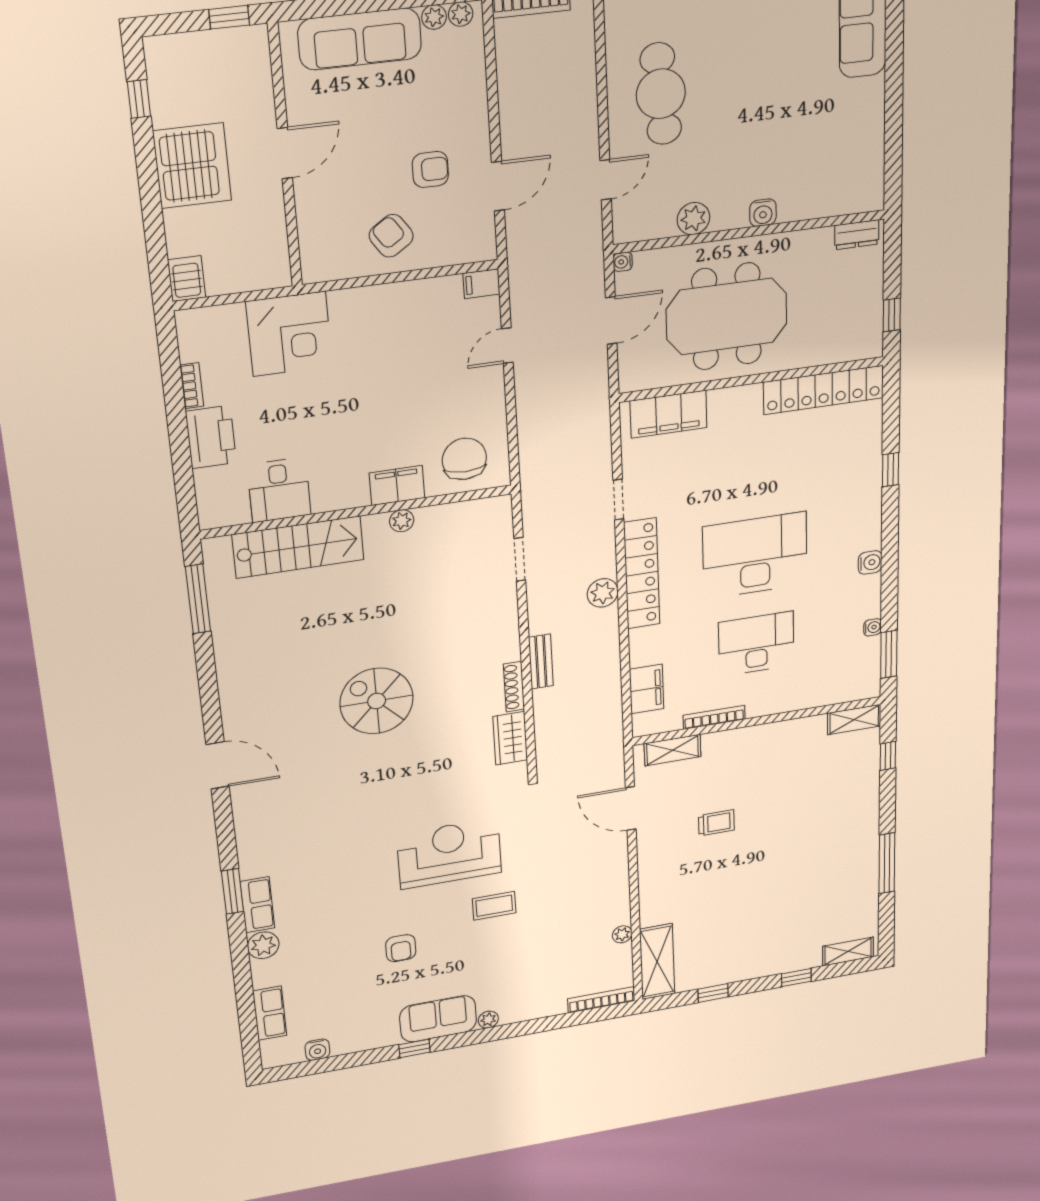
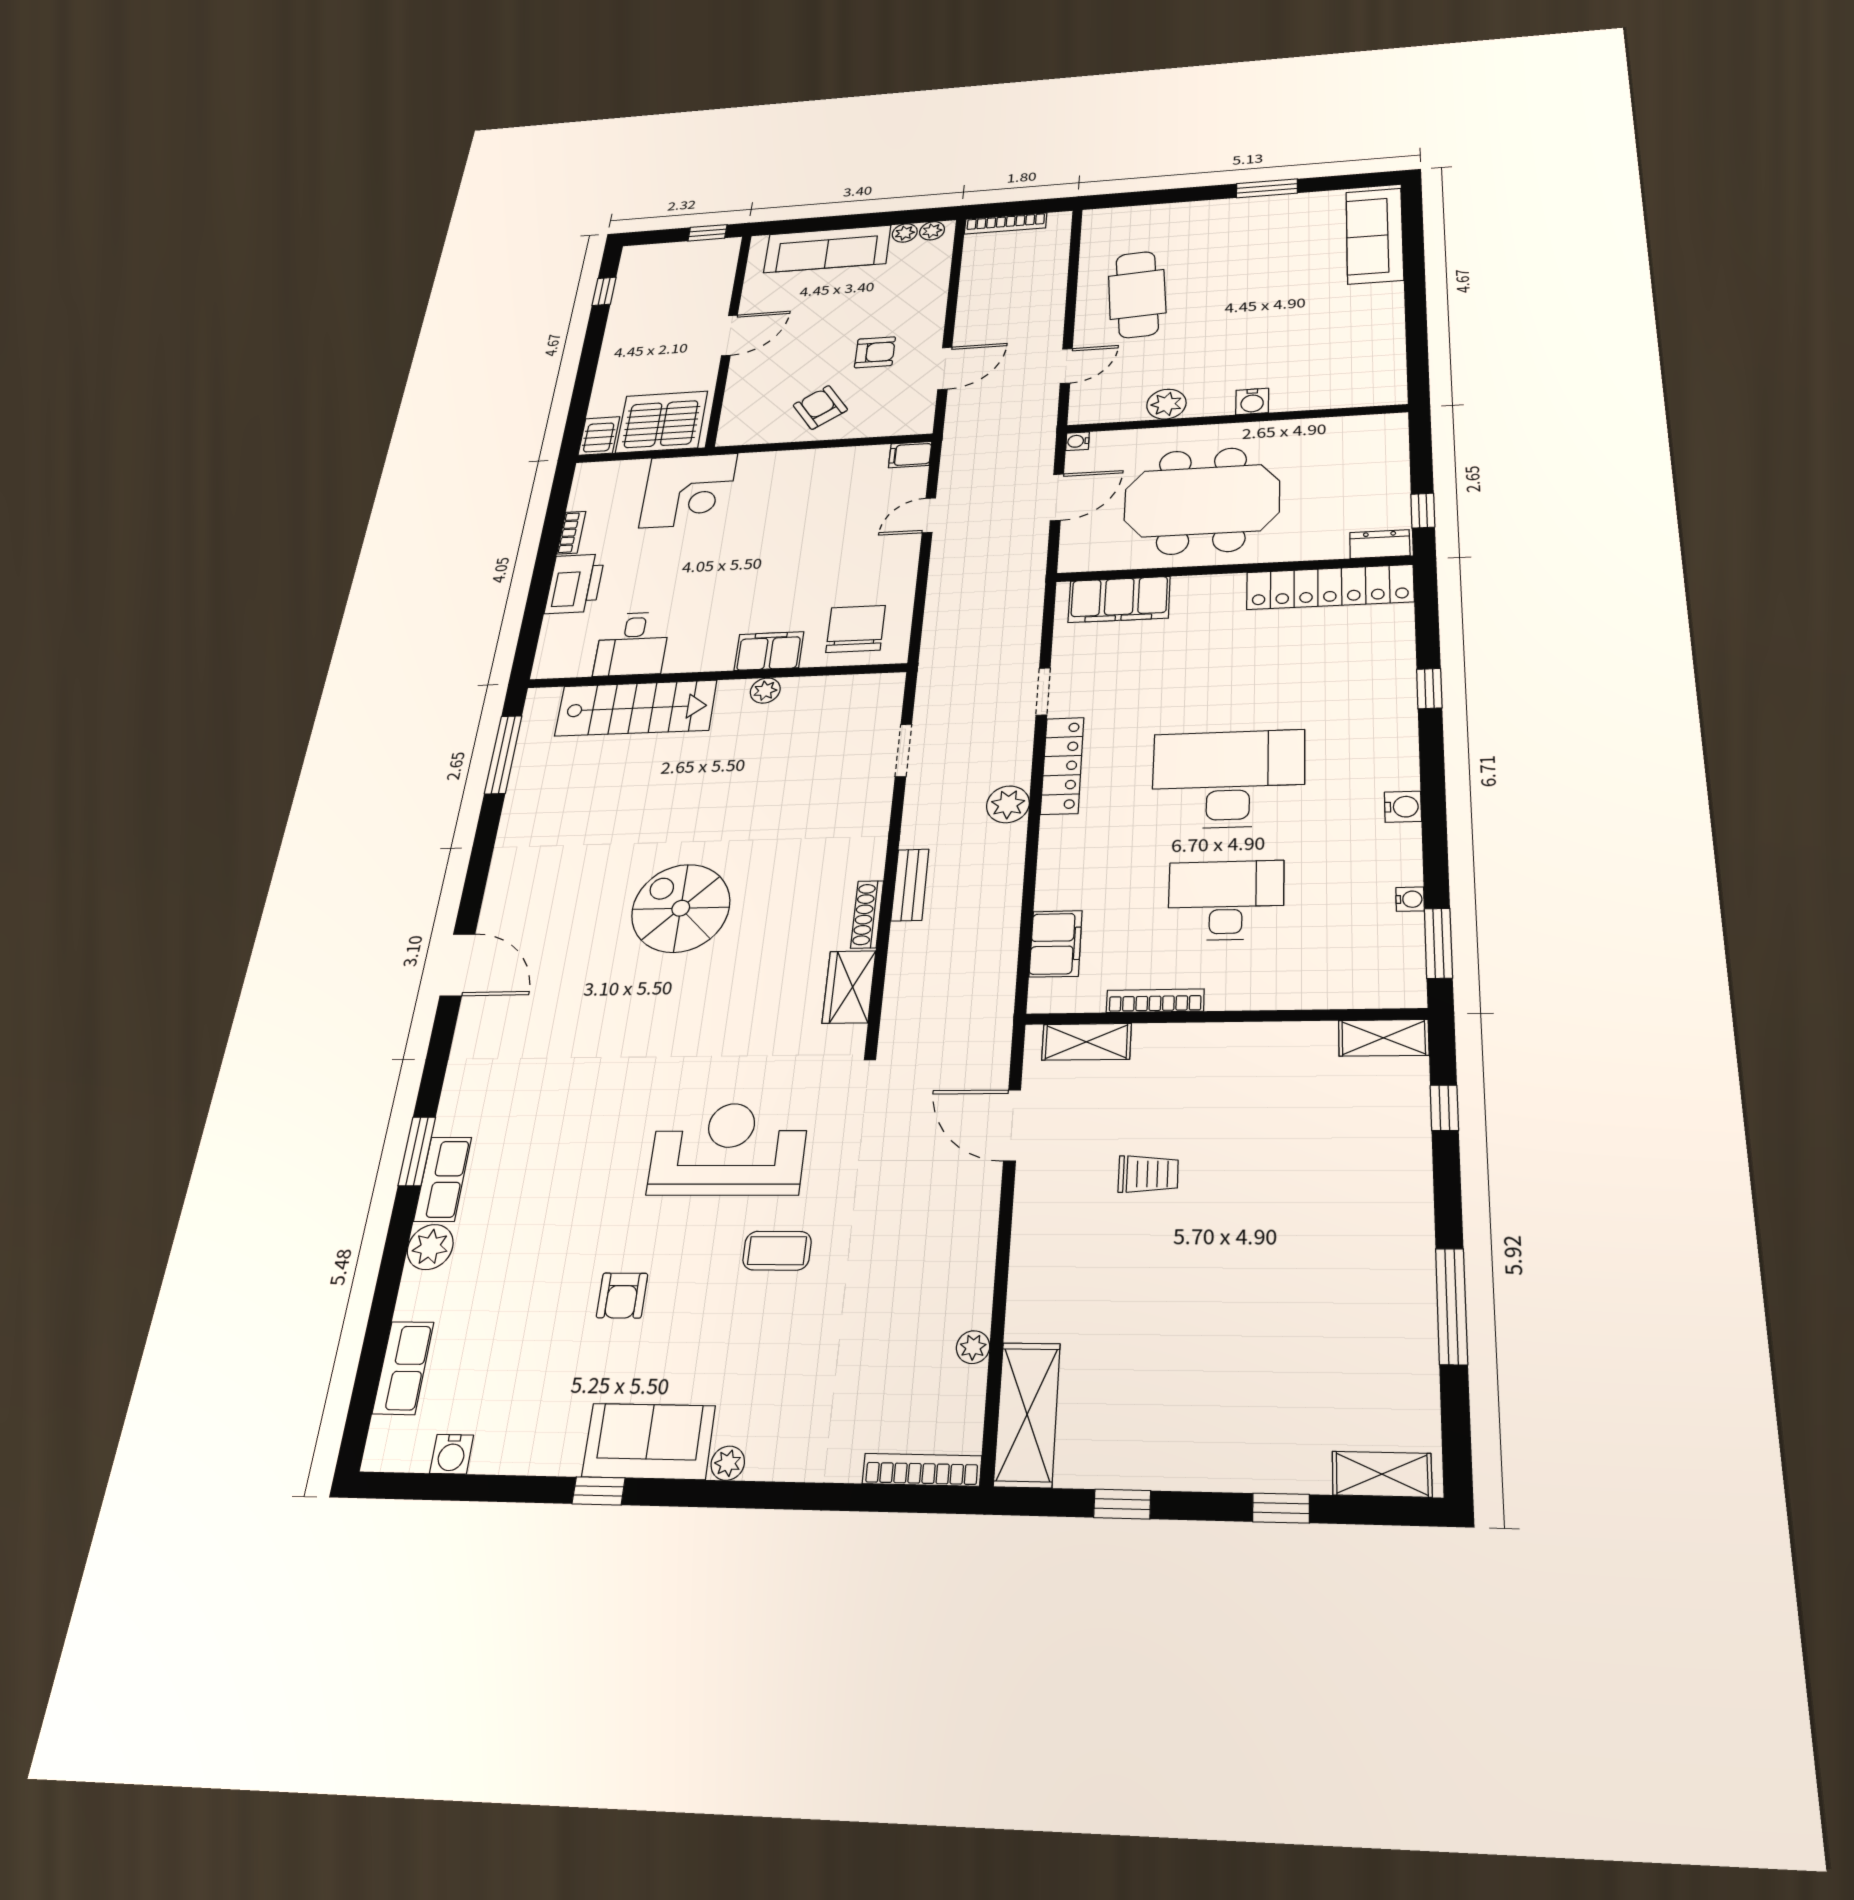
server rack: (192, 166) -> (662, 422), moved, turned -90
dresser: (857, 235) -> (1380, 544), moved, turned 180
locker: (642, 574) -> (1062, 766), width x0.71, depth x0.83

